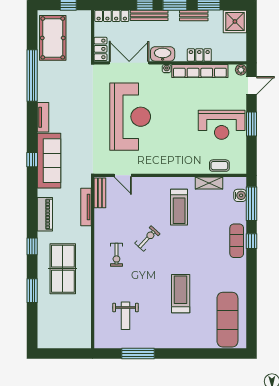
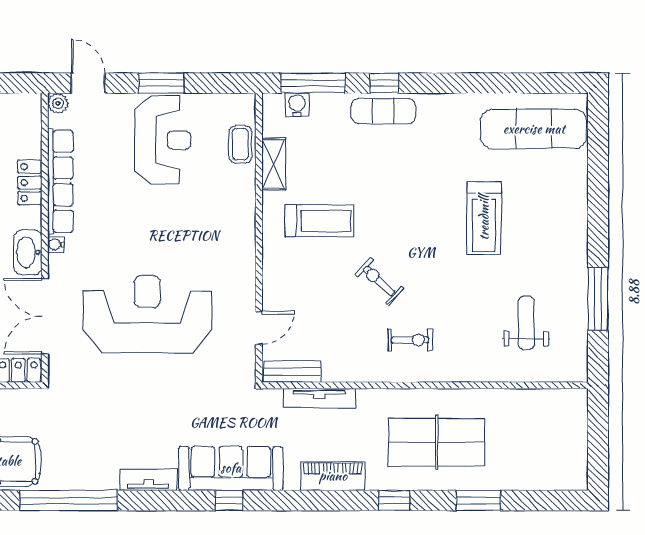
treadmill: (181, 294) -> (484, 218), turned -90
weight bench: (125, 316) -> (526, 323), turned -90

